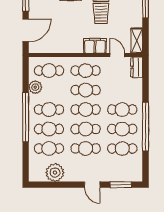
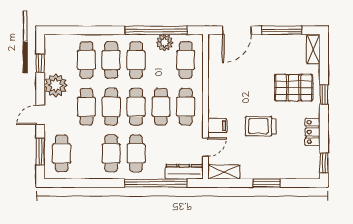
door: (26, 30) -> (237, 30), hinge flipped
filing cabinet: (95, 46) -> (217, 126), width x0.50
dresser: (137, 67) -> (184, 172), width x1.44
window: (26, 117) -> (156, 30), moved
window: (146, 127) -> (156, 183), moved
cafe table: (122, 148) -> (62, 153), moved
plant: (55, 173) -> (56, 85), moved
window: (51, 185) -> (40, 63), added

